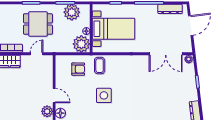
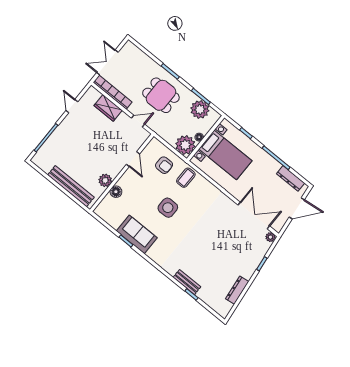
double door: (166, 54) -> (254, 216), swing flipped
door: (54, 96) -> (133, 159), moved

